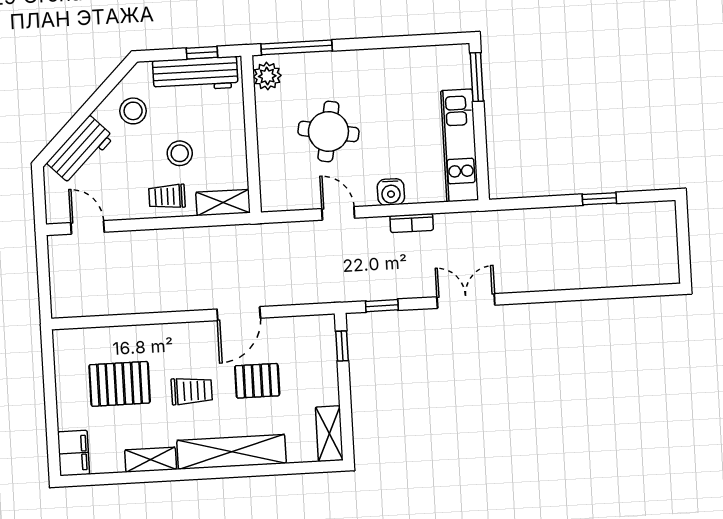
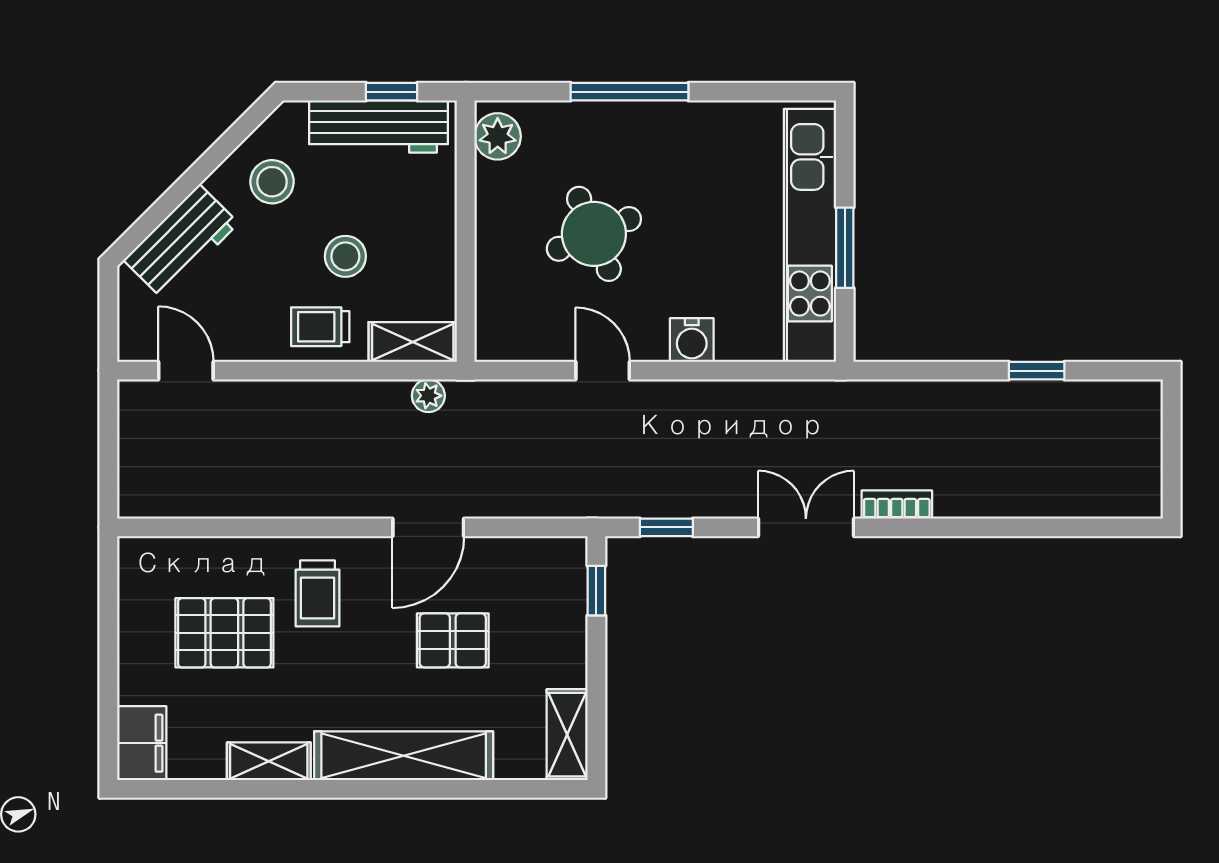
window: (297, 47) -> (630, 92), moved
window: (477, 77) -> (845, 248), moved
round table: (328, 131) -> (594, 234), turned -33
kitchen unit: (460, 145) -> (810, 235), width x1.36
bookcase: (412, 223) -> (897, 505), moved, turned 180
plant: (234, 234) -> (428, 396), added
trolley: (192, 391) -> (317, 593), moved, turned 90

